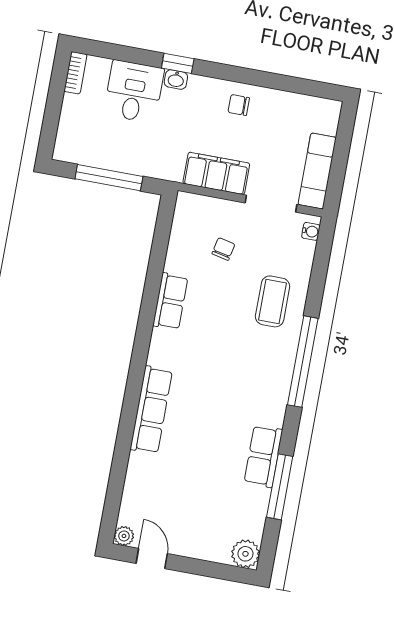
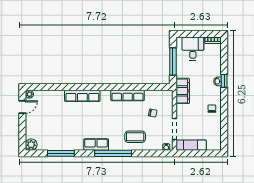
desk: (134, 92) -> (193, 49), moved, turned -90
filing cabinet: (216, 173) -> (183, 91), moved
row of seats: (170, 301) -> (128, 96), width x1.48
row of seats: (263, 456) -> (96, 145), moved

